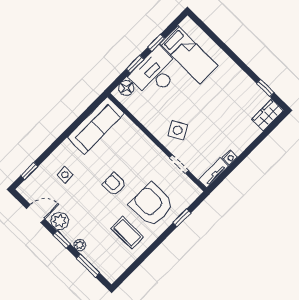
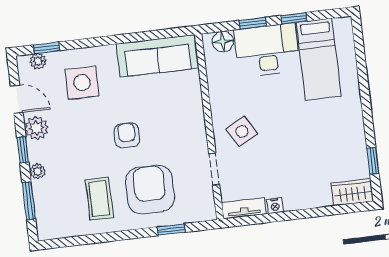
side table: (65, 175) -> (82, 83), width x1.87, depth x1.87
plant: (30, 182) -> (38, 61), added

